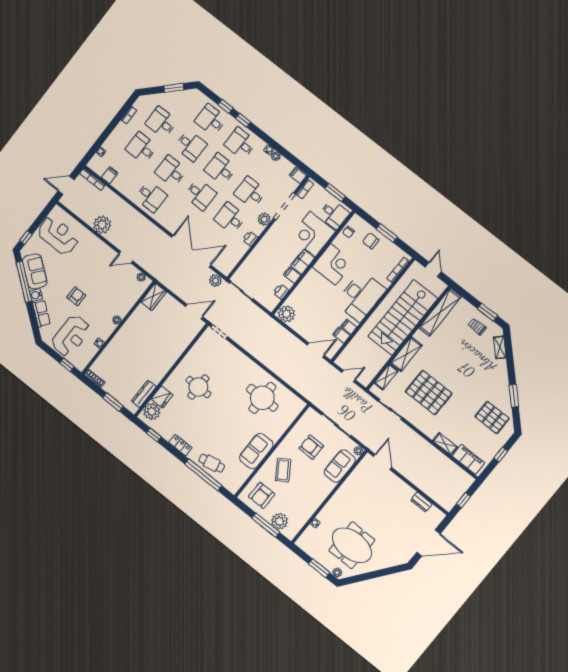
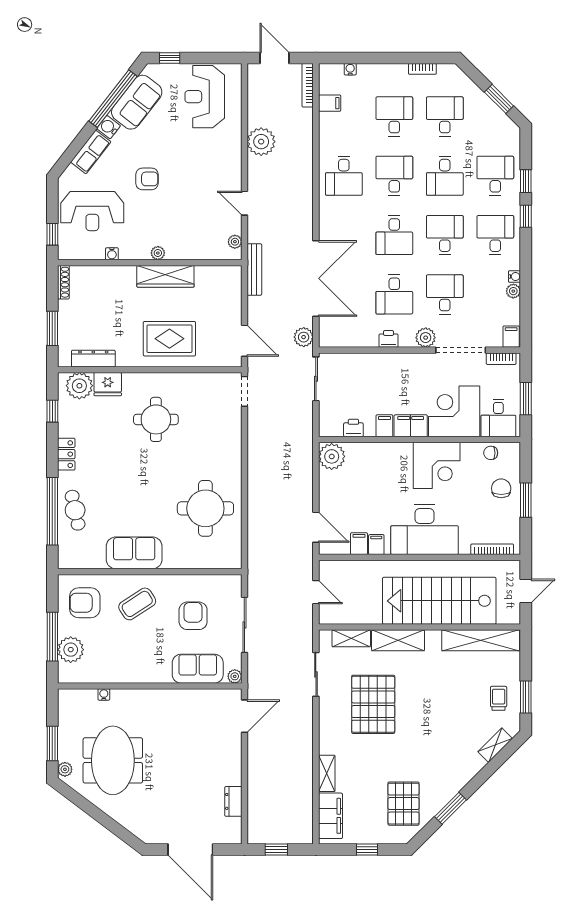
desk: (230, 218) -> (394, 294), turned 180
reception desk: (58, 235) -> (205, 97), turned 180
bench: (163, 278) -> (254, 269), added
wardrobe: (154, 297) -> (165, 276), moved, width x1.50
rug: (164, 348) -> (169, 339), added

